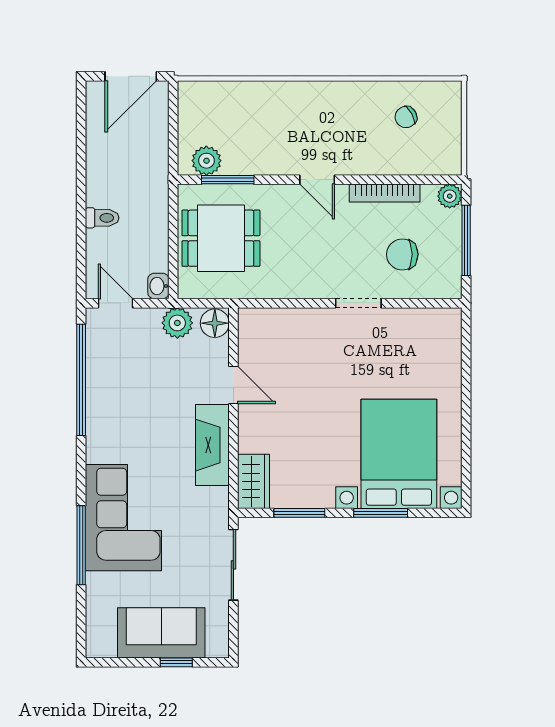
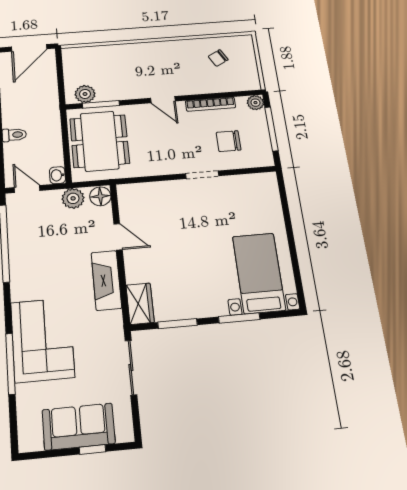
dining table: (221, 238) -> (100, 141), width x1.37
bed with nightstands: (399, 454) -> (259, 273), width x0.73

